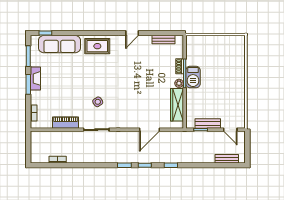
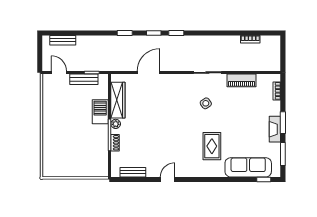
rug: (97, 46) -> (212, 146), moved, turned 90
barbecue: (193, 77) -> (100, 112), moved

